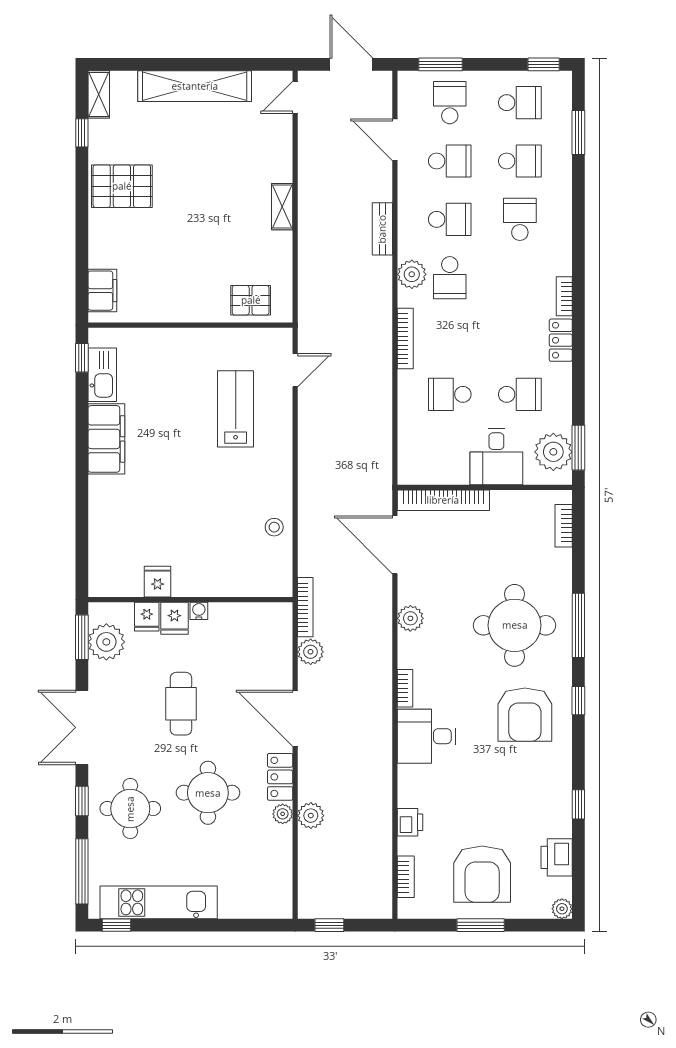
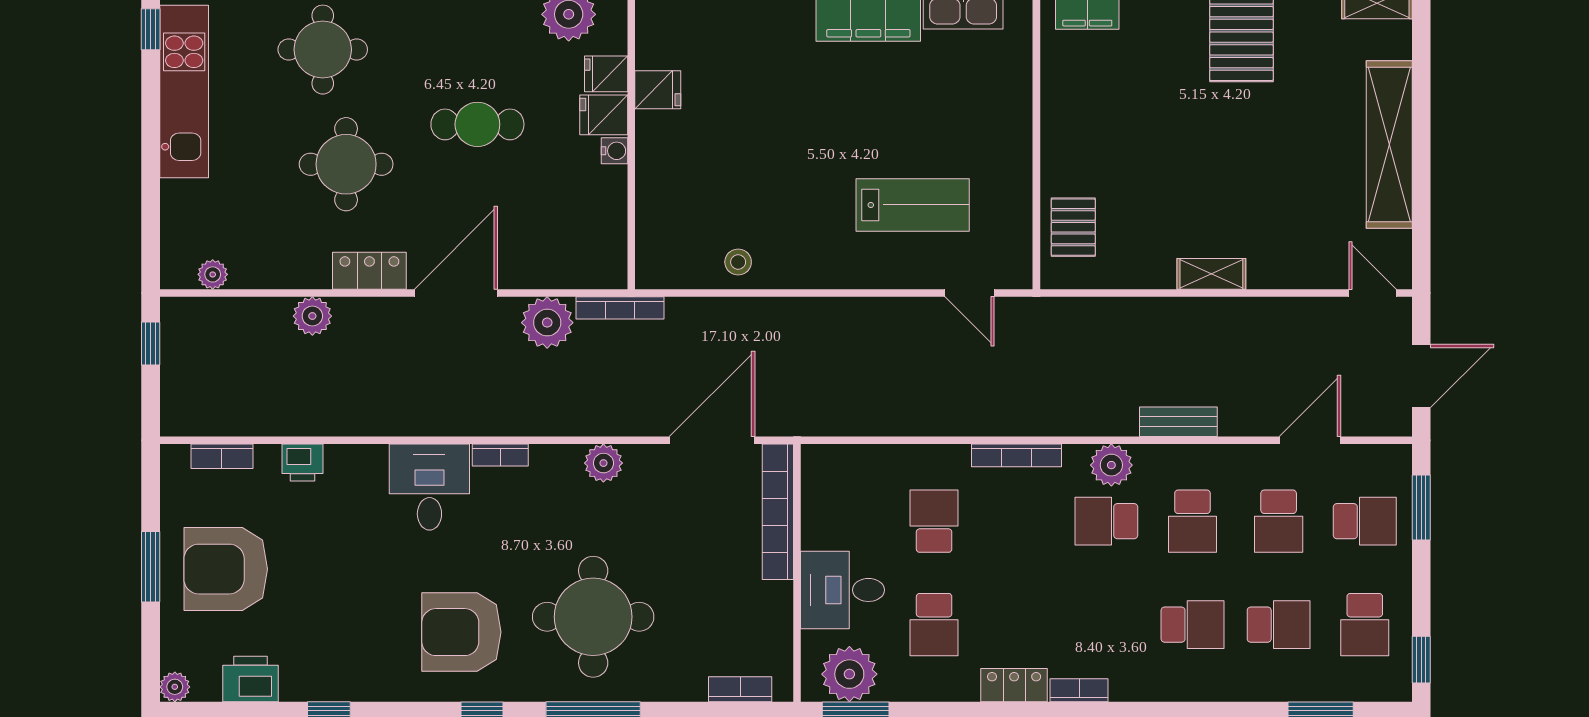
school desk: (520, 161) -> (1279, 625), turned -90
plant: (311, 652) -> (547, 323), width x1.36, depth x1.36
plant: (283, 814) -> (213, 274), moved

